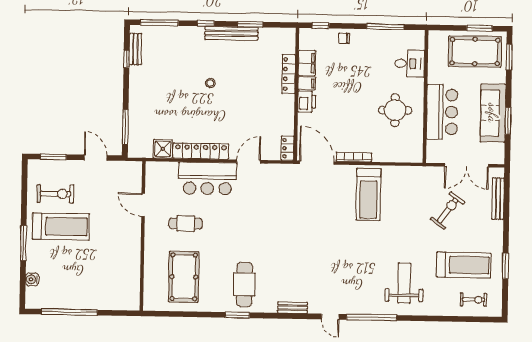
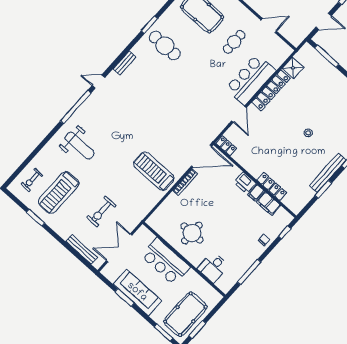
exercise bike: (448, 211) -> (101, 212), turned 54

